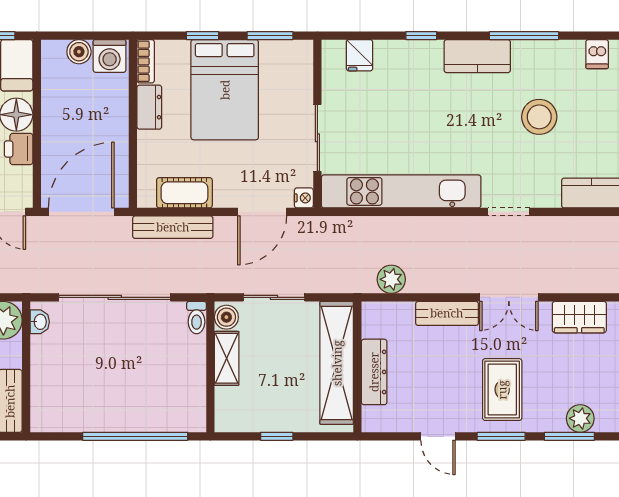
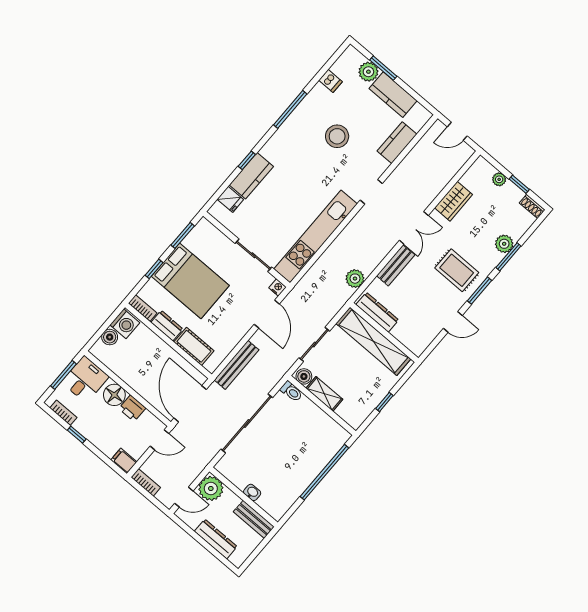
kitchen counter: (477, 56) -> (251, 176), moved
cot: (184, 193) -> (194, 346), moved, turned 90
washbasin: (40, 322) -> (252, 492), moved
dresser: (374, 372) -> (377, 312), moved

